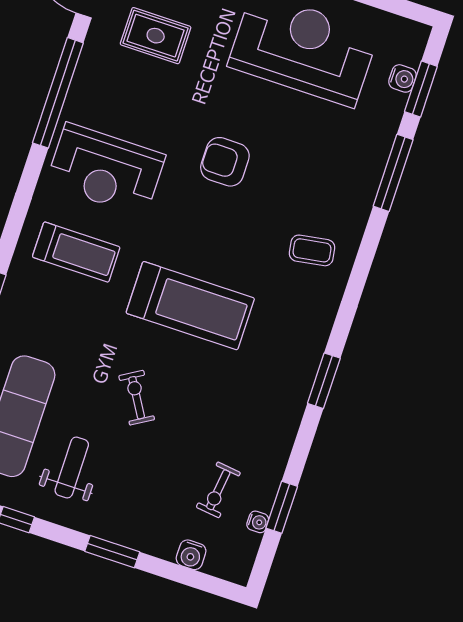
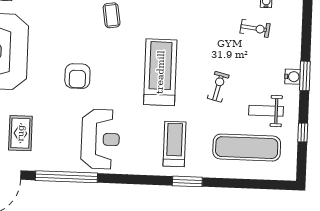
treadmill: (76, 252) -> (174, 144), moved
exercise bike: (137, 398) -> (218, 87), turned 135
water cooler: (191, 555) -> (293, 77), moved

